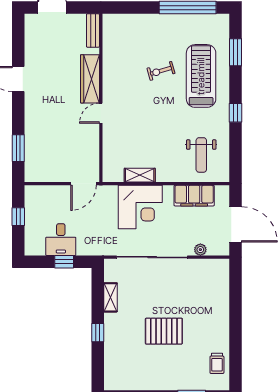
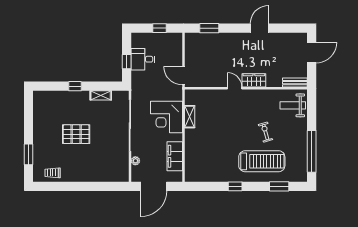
wardrobe: (90, 79) -> (254, 80), width x0.67
weight bench: (201, 155) -> (293, 105), moved
pallet: (164, 331) -> (76, 134), turned 90

